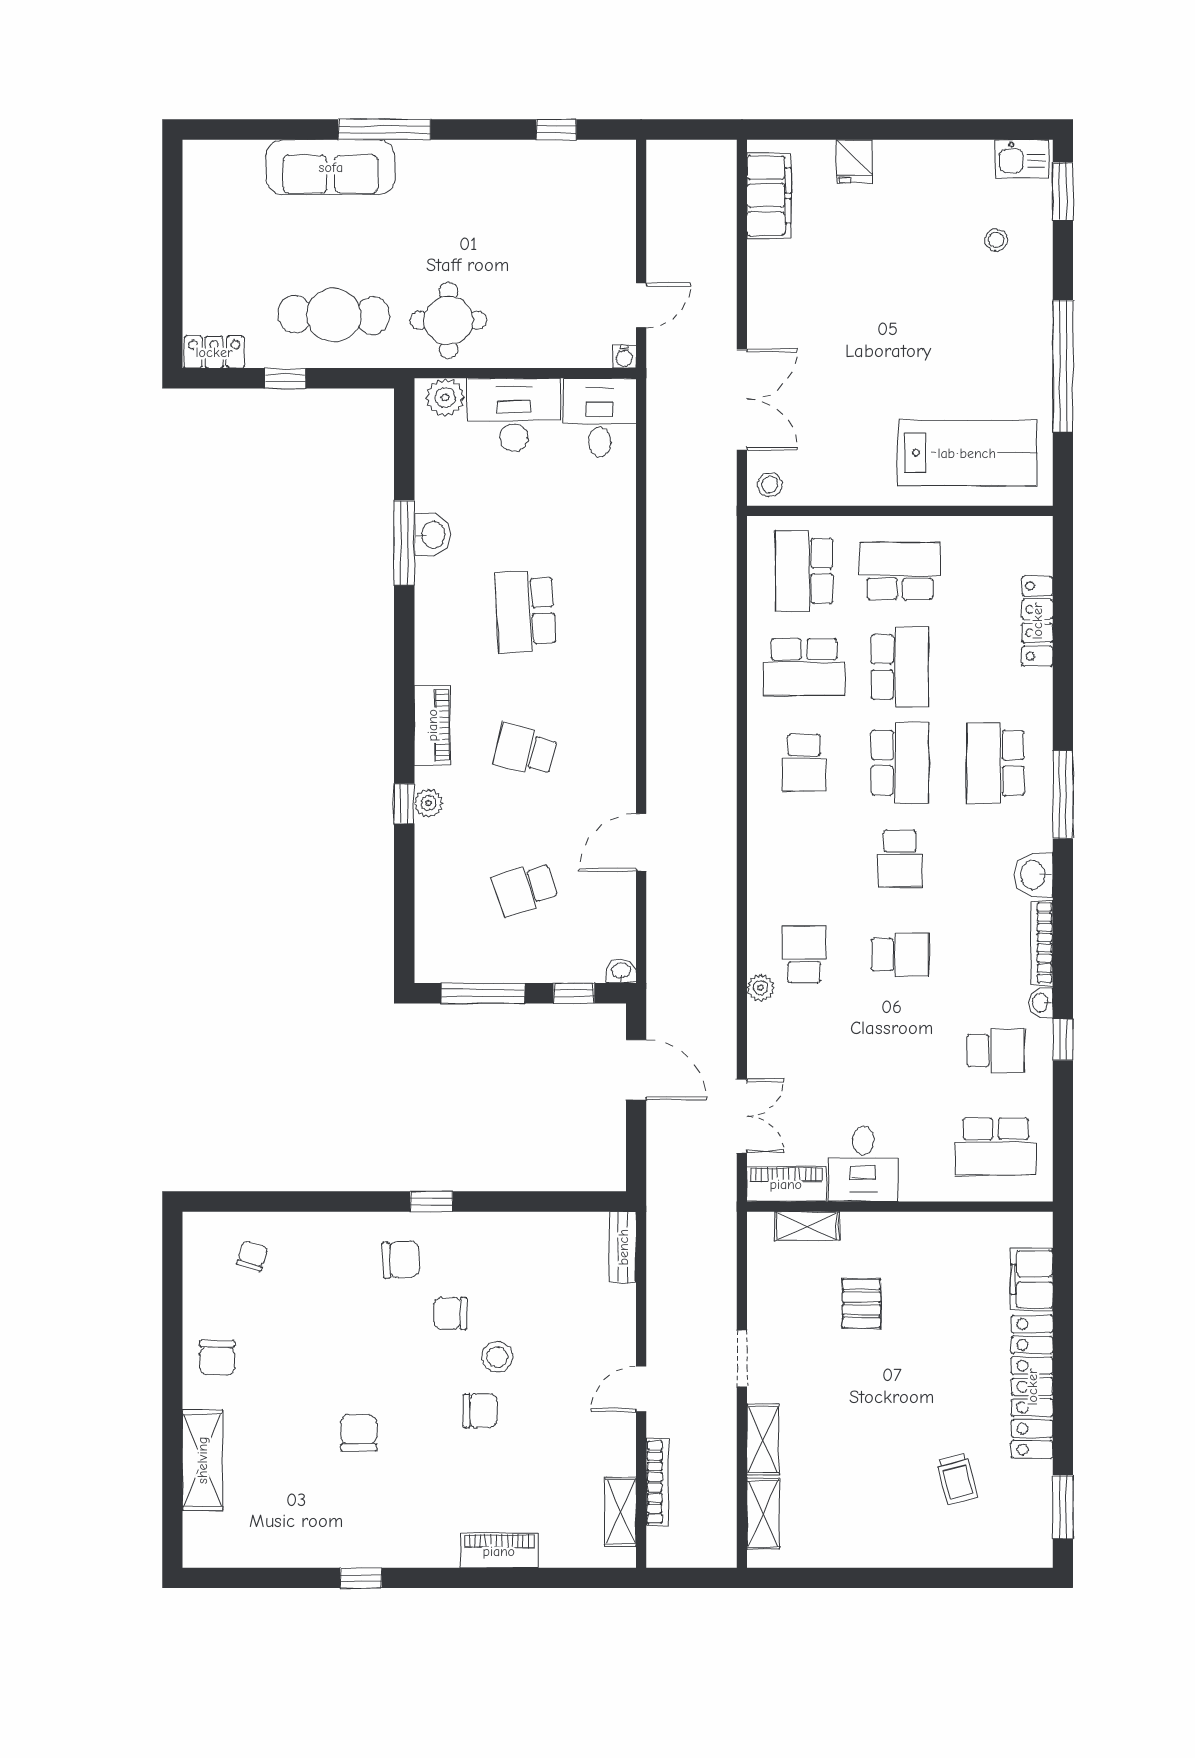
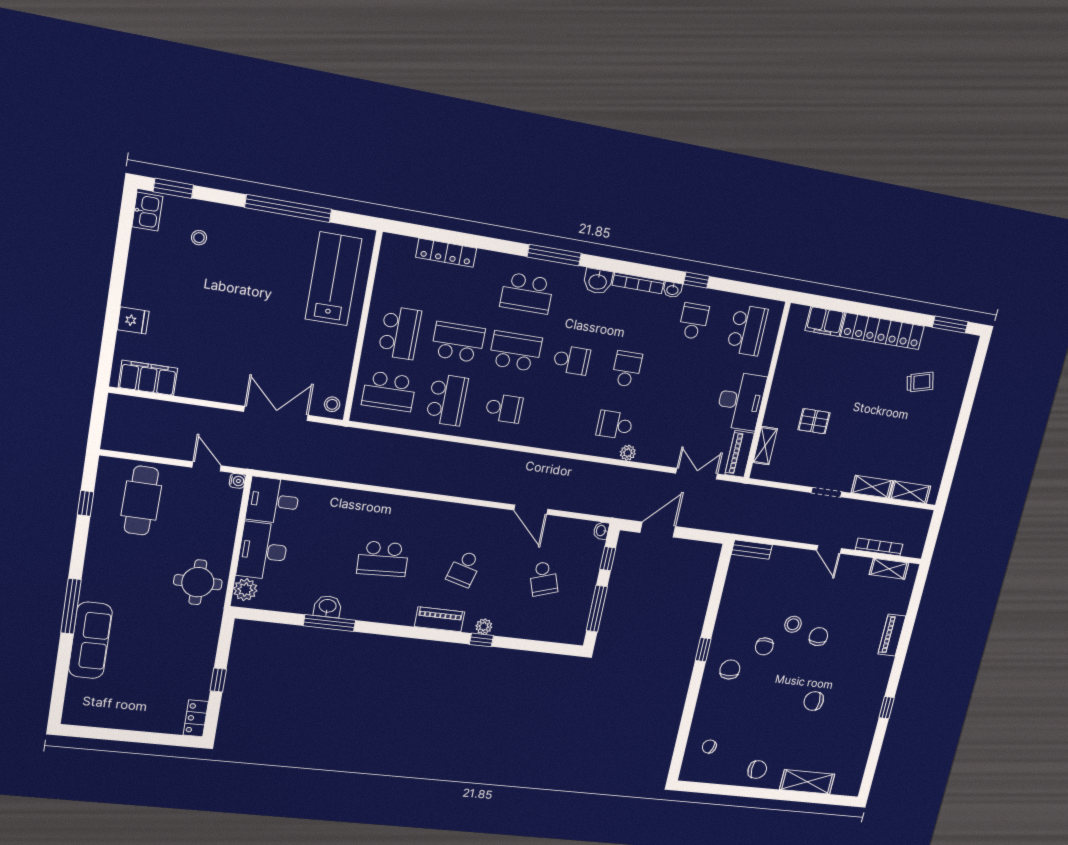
cafe table: (334, 315) -> (141, 501), moved
school desk: (900, 571) -> (400, 333), turned 180
desk: (863, 1164) -> (741, 401), width x1.37

